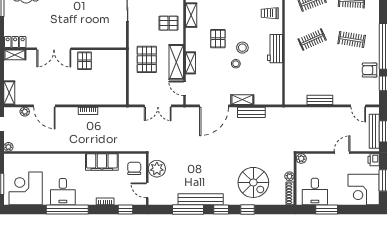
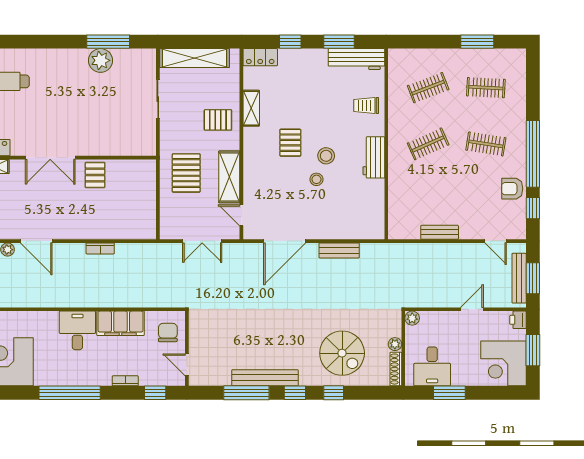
shelving: (191, 63) -> (250, 178), removed
shelving: (242, 100) -> (326, 232), removed
plant: (157, 169) -> (201, 333), removed
desk: (63, 192) -> (77, 330), moved, turned 180

